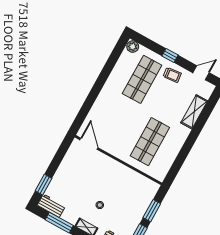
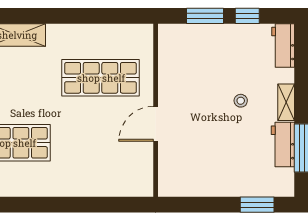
door: (89, 144) -> (156, 124), moved
workbench: (51, 206) -> (283, 145), moved

